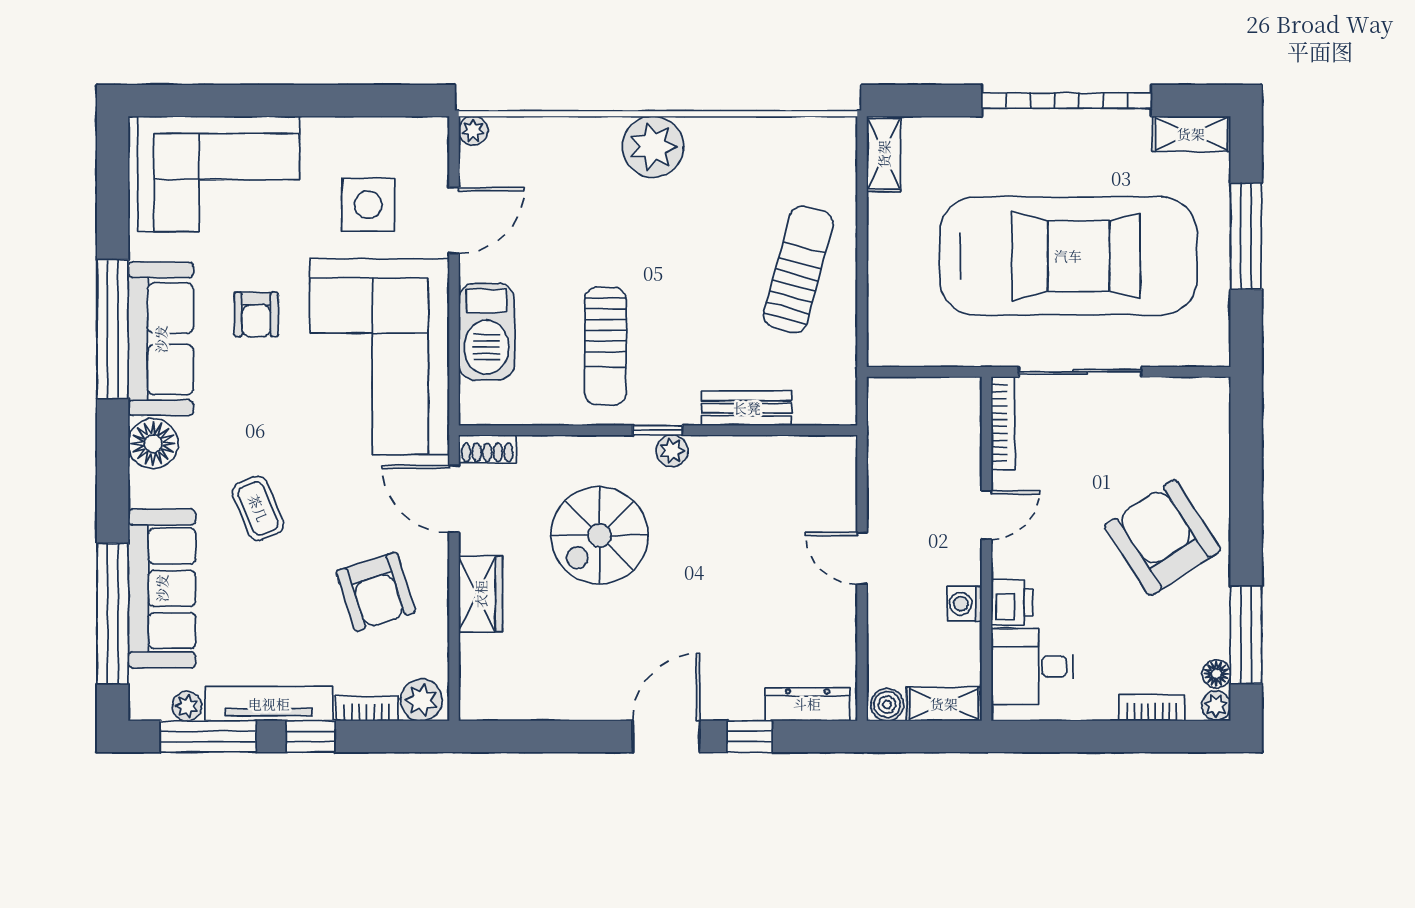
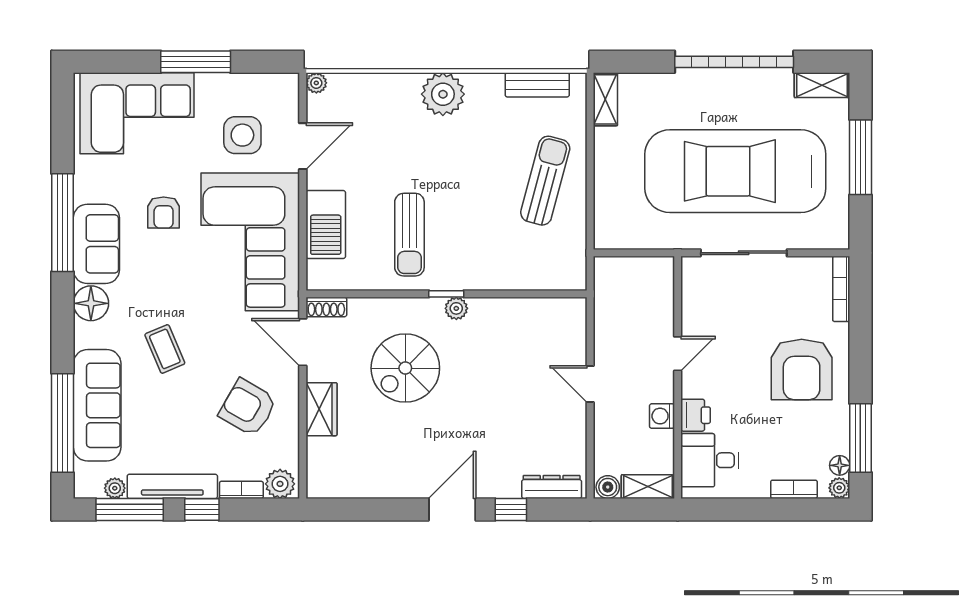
window: (302, 101) -> (196, 62), added
car: (1068, 256) -> (735, 171), turned 180
sofa: (161, 339) -> (96, 244), width x0.73
bench: (747, 408) -> (537, 85), moved
bookcase: (1003, 423) -> (841, 289), moved, turned 180
armchair: (1162, 538) -> (802, 370), turned -147
armchair: (376, 592) -> (248, 408), turned 138

